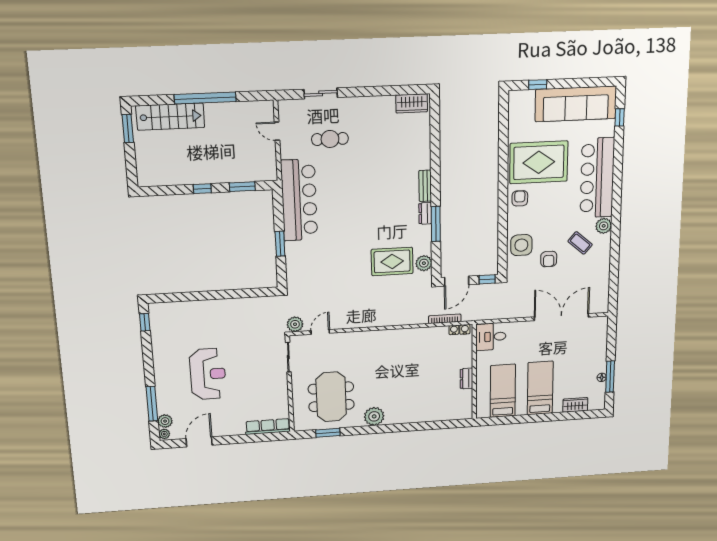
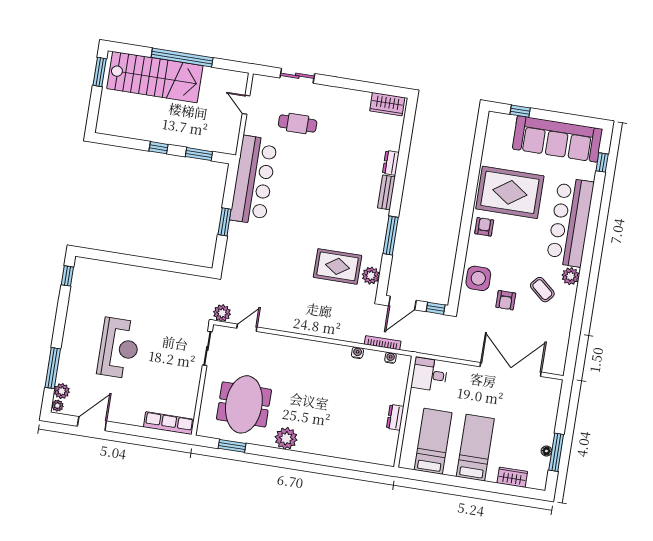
stairs: (170, 117) -> (155, 77), width x1.36, depth x1.51
dresser: (425, 213) -> (391, 163), moved
water cooler: (465, 329) -> (357, 353), moved

